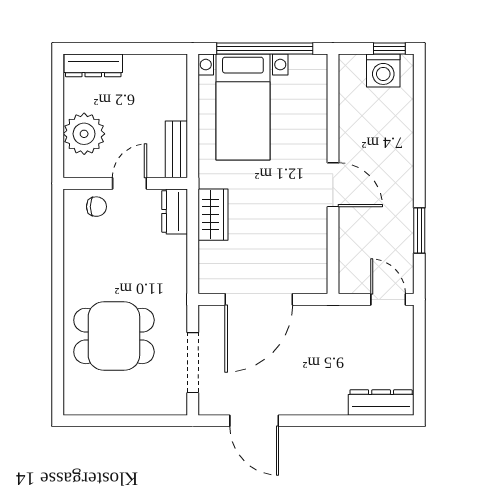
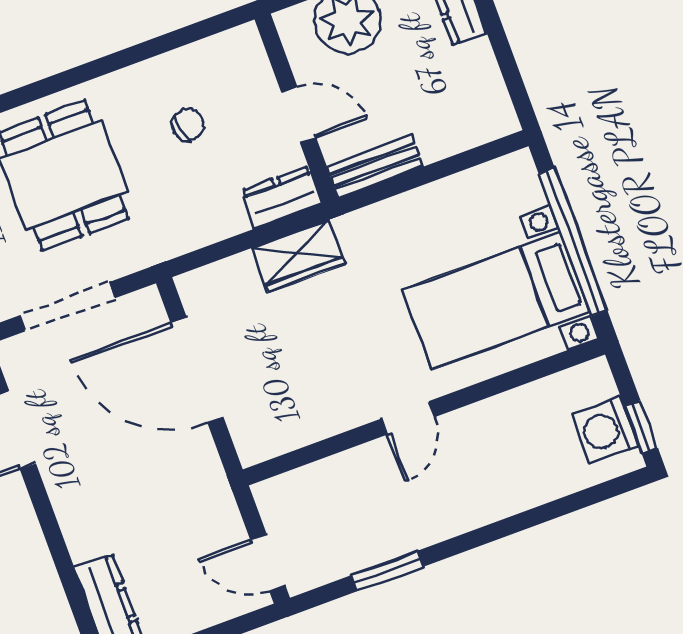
bed with nightstands: (243, 107) -> (496, 301), moved
door: (333, 185) -> (408, 418), width x0.73
chair: (96, 207) -> (188, 125), moved, turned -103
door: (388, 299) -> (268, 562), swing flipped

